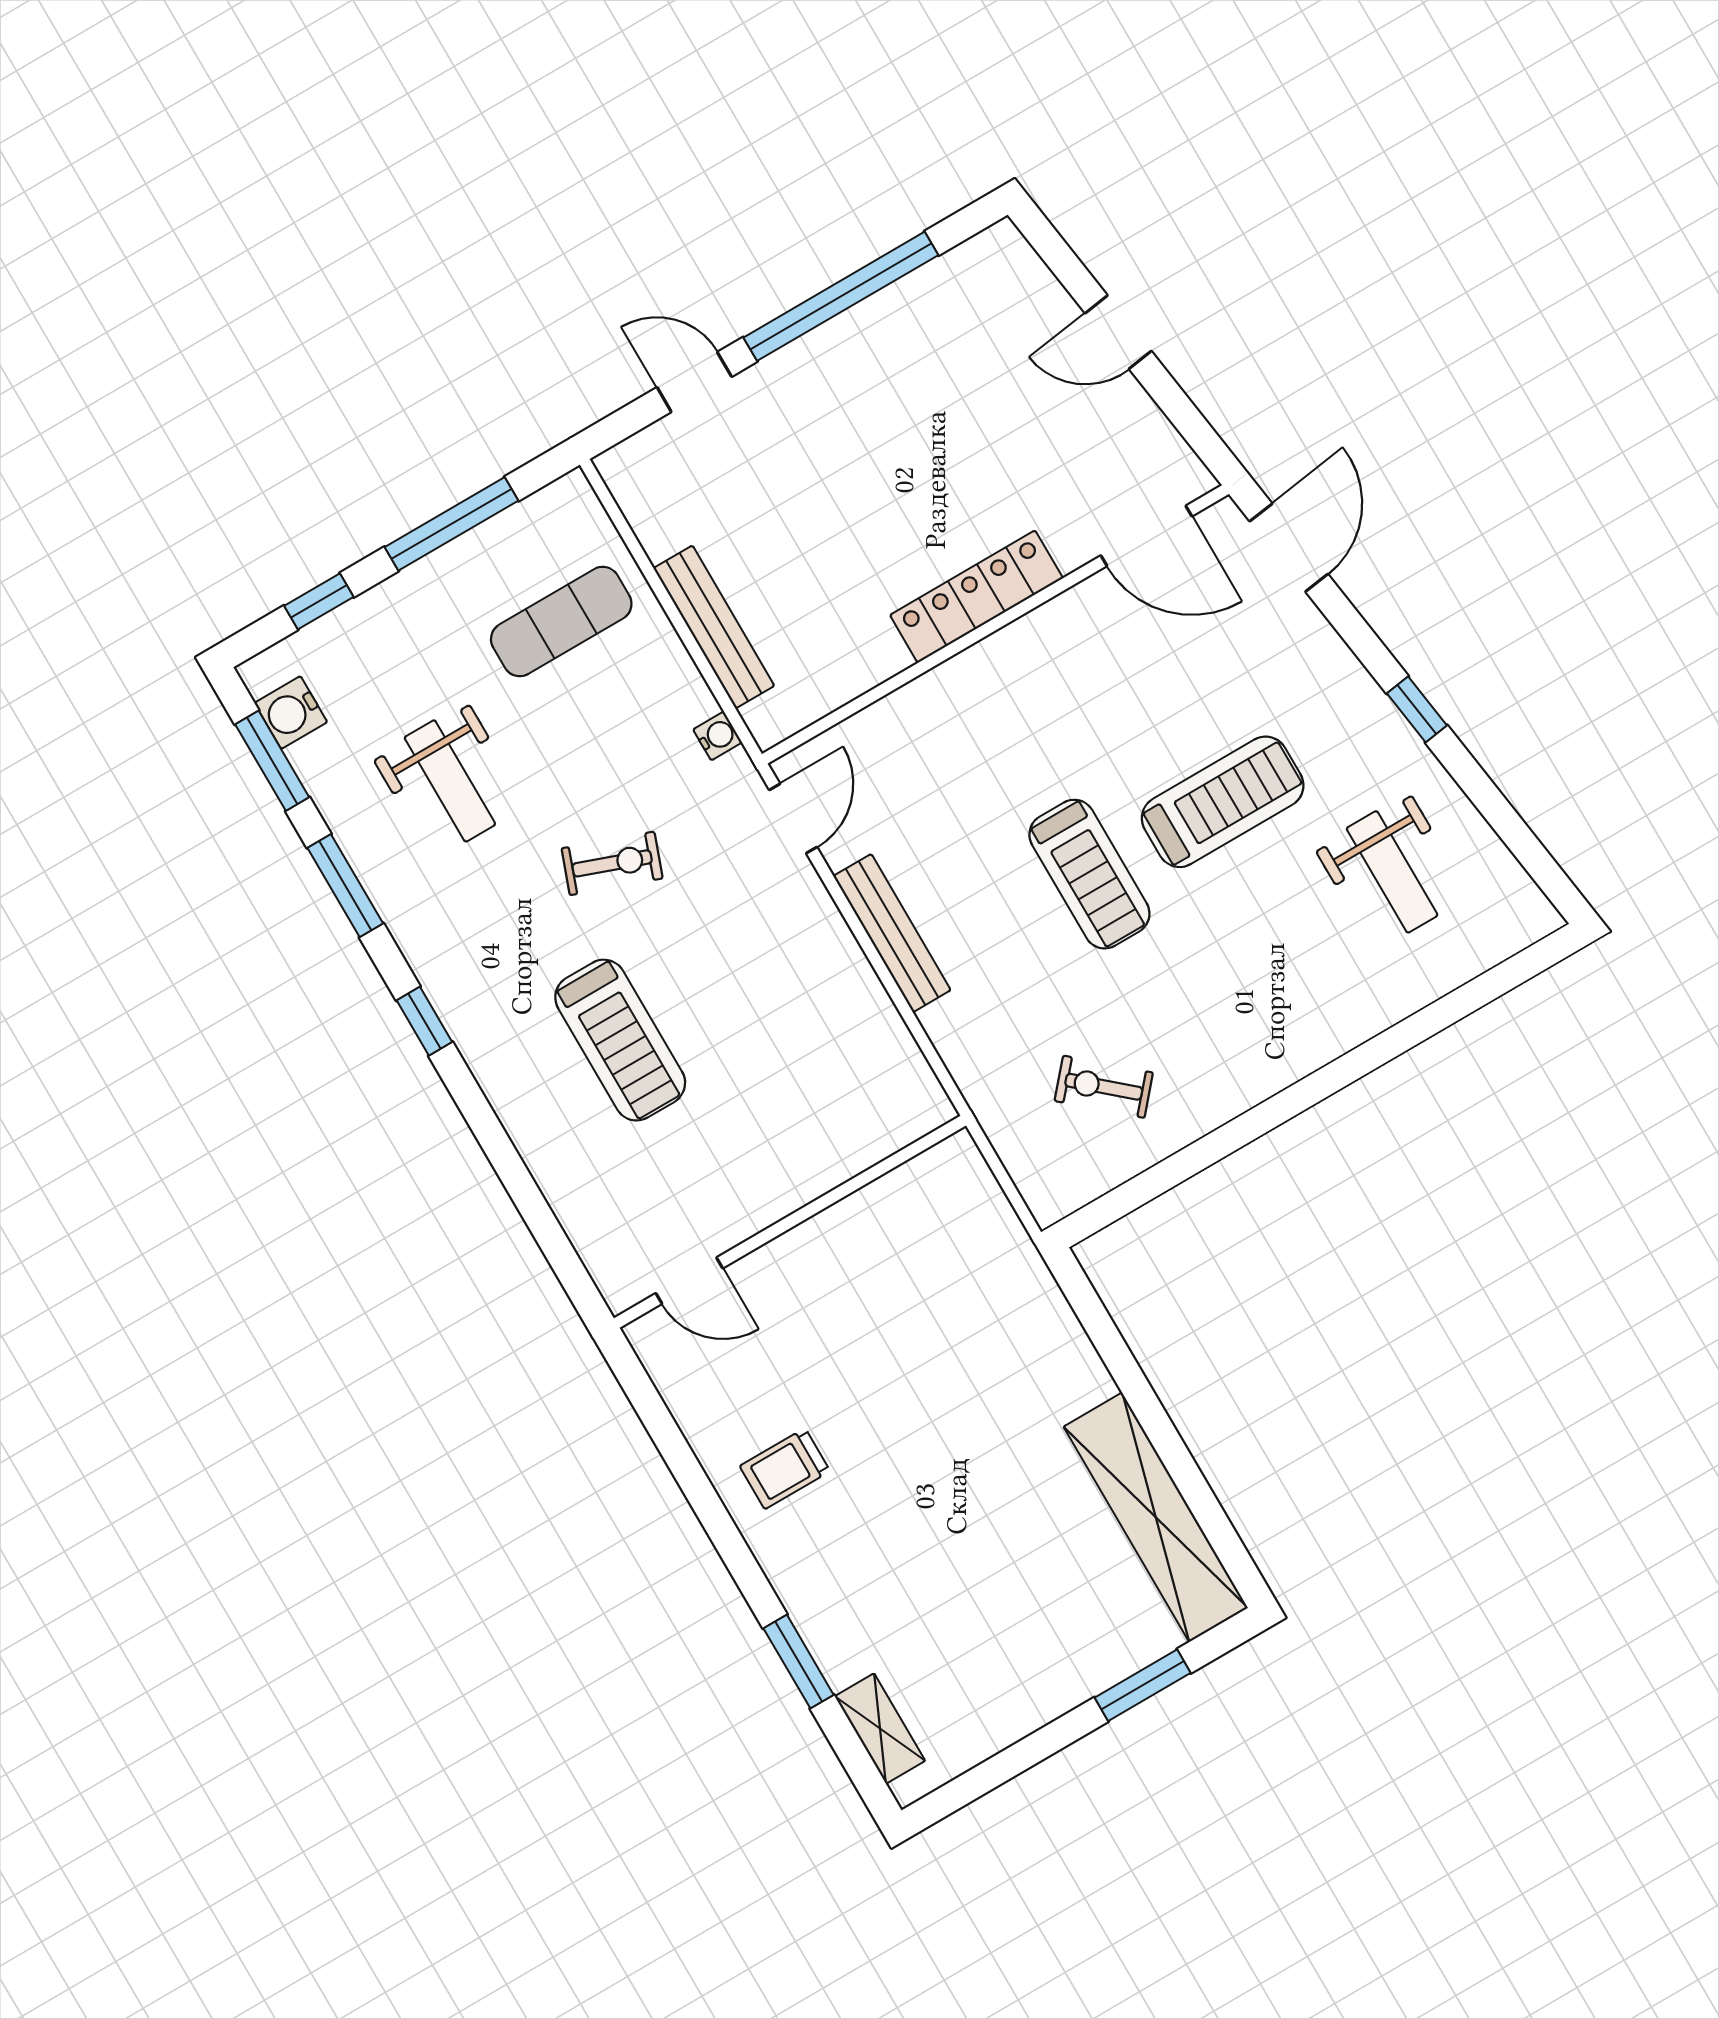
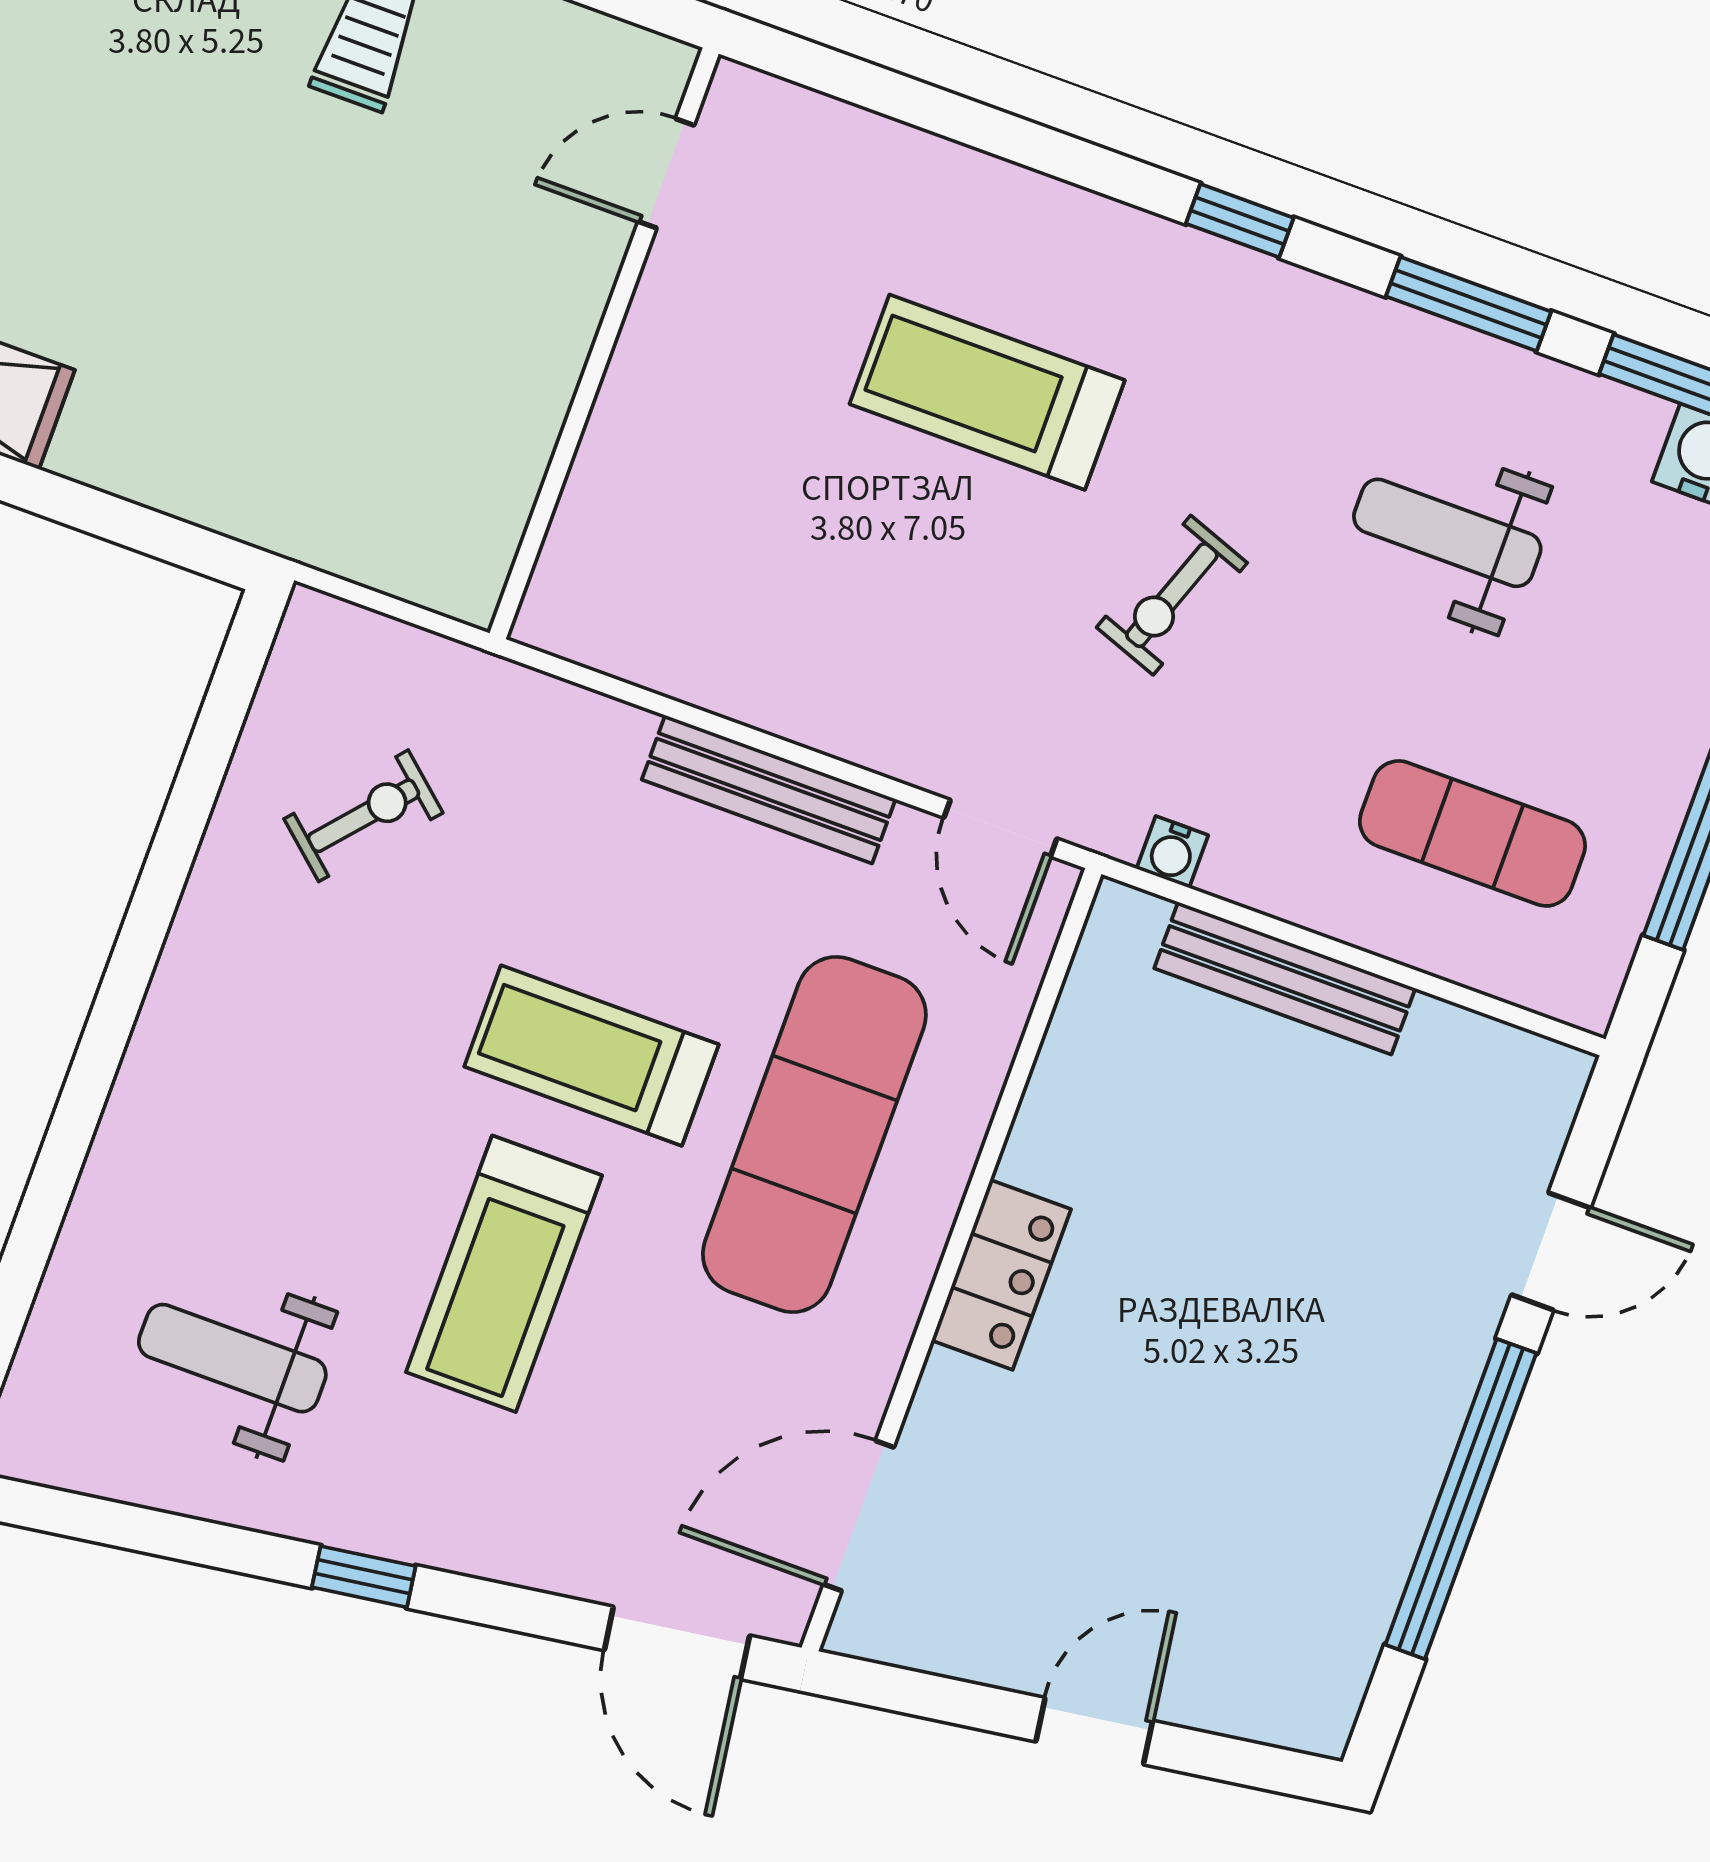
locker: (976, 597) -> (1001, 1275), width x0.66
exercise mat: (561, 622) -> (1472, 833), turned 90
exercise mat: (1011, 743) -> (814, 1134), added

